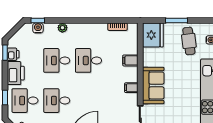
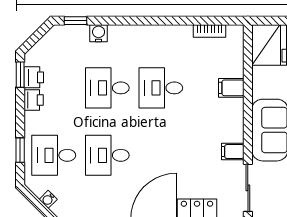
water cooler: (38, 28) -> (99, 33), moved
plant: (62, 28) -> (117, 33), removed
printer: (16, 73) -> (34, 100), width x0.53, depth x0.68
filing cabinet: (131, 88) -> (233, 152), moved

